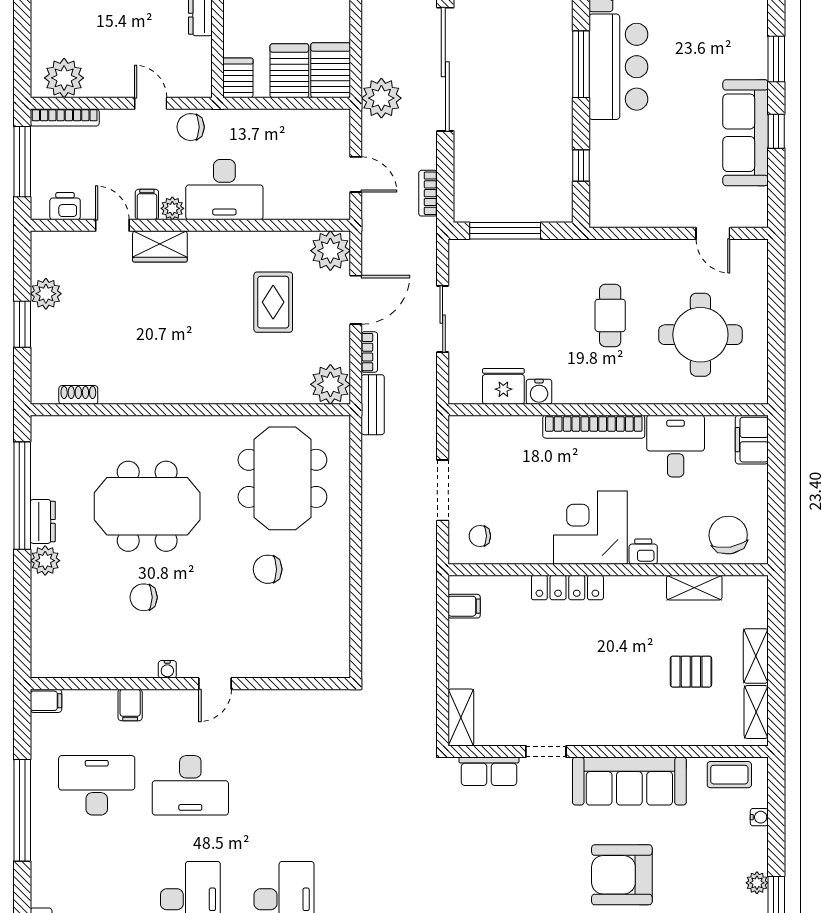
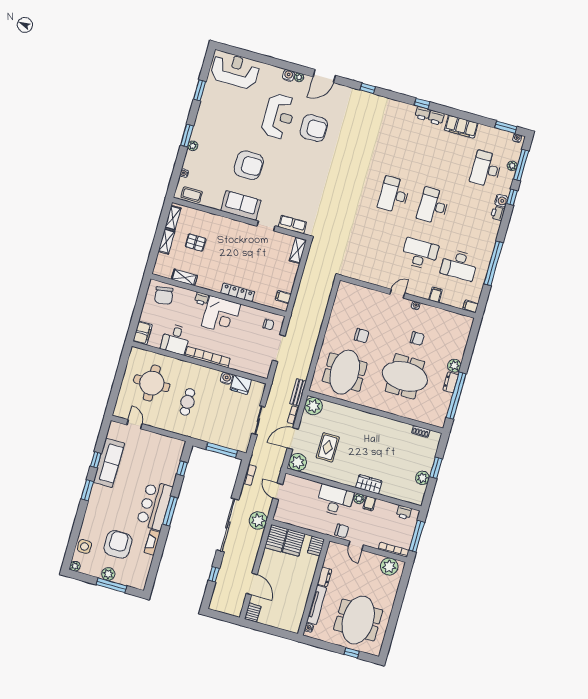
door: (112, 225) -> (386, 499), removed
sofa: (629, 781) -> (241, 205), width x0.73

